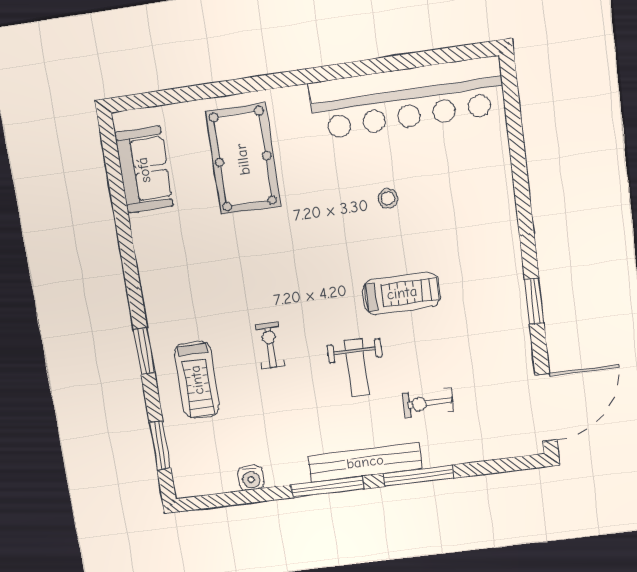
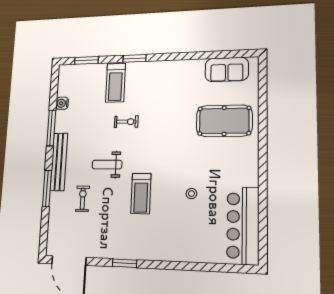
bar counter: (407, 98) -> (243, 226), width x0.73
treadmill: (197, 380) -> (115, 83), turned -90
window: (328, 487) -> (51, 128), moved

